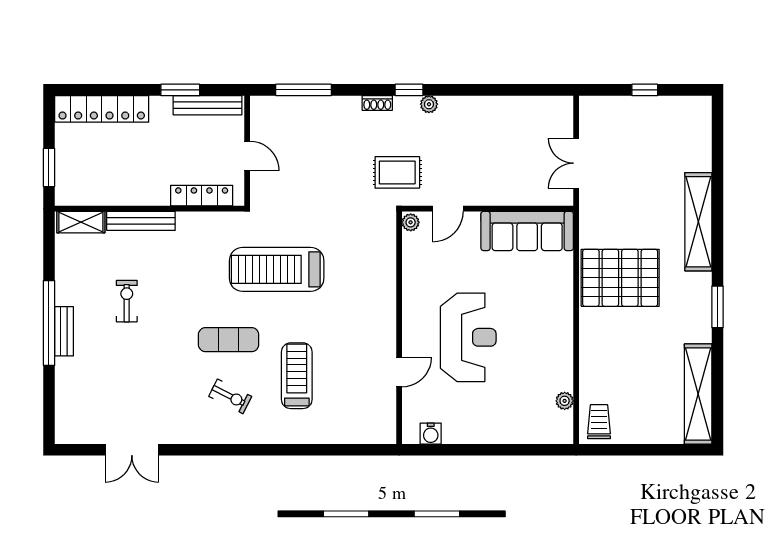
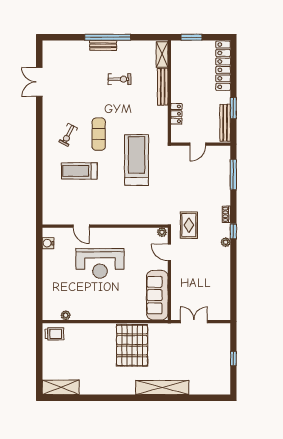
locker: (202, 196) -> (176, 114), width x0.66
window: (717, 307) -> (116, 398), removed
treadmill: (297, 376) -> (79, 171), turned 180
shelving: (698, 394) -> (61, 387), width x0.68

